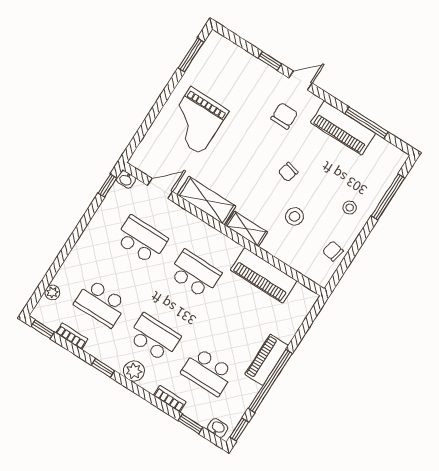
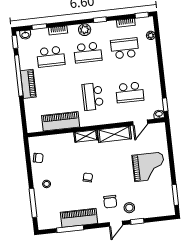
grand piano: (196, 121) -> (149, 167), turned 90
stool: (294, 216) -> (129, 208), moved
school desk: (195, 274) -> (93, 97), turned 90
school desk: (208, 372) -> (51, 57), turned 180

